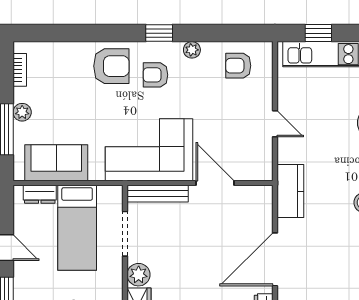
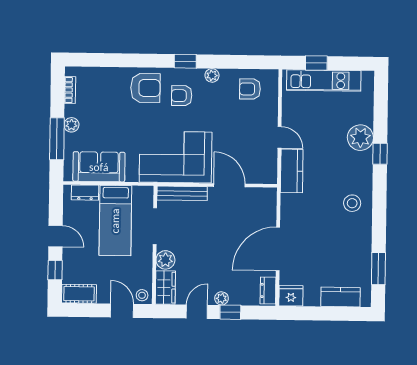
kitchen counter: (290, 191) -> (292, 171), moved

